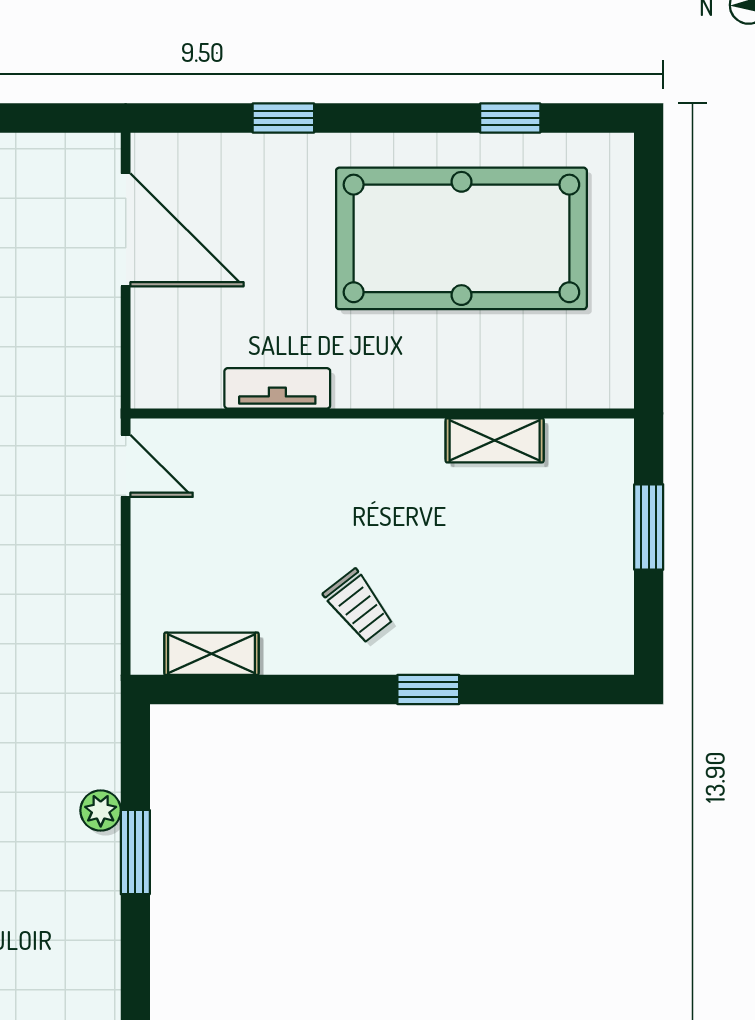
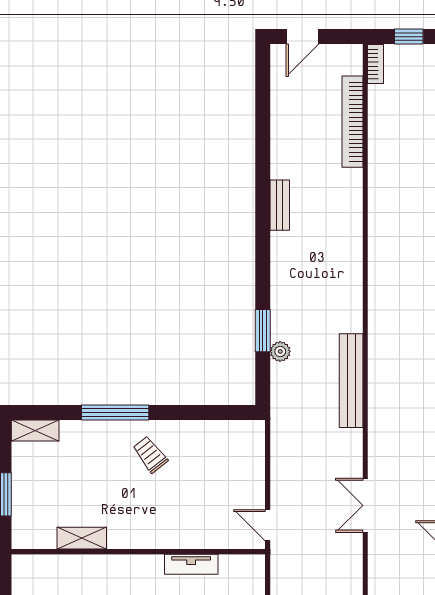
shelving: (211, 654) -> (35, 430), moved
window: (428, 689) -> (115, 412), width x2.17

